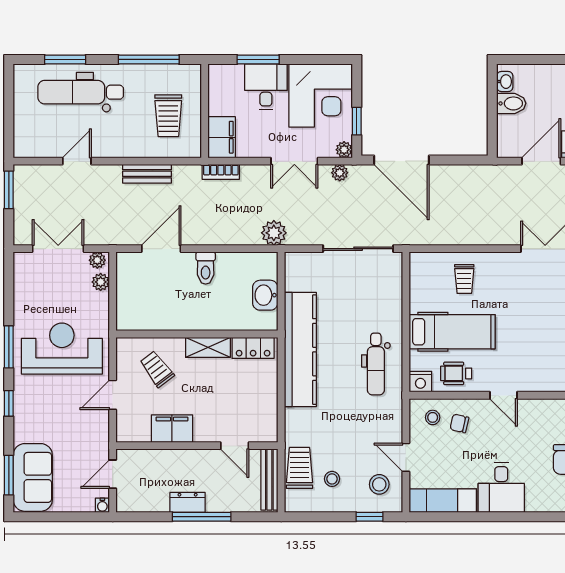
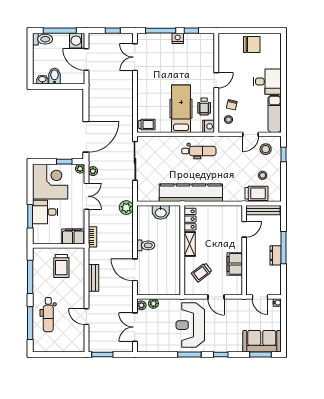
window: (65, 59) -> (30, 323), width x1.44
dental chair: (81, 92) -> (48, 315), width x0.73, depth x0.72
trolley: (168, 116) -> (61, 266), turned 90
trolley: (464, 279) -> (147, 125), moved
trolley: (299, 468) -> (256, 193), turned 180

